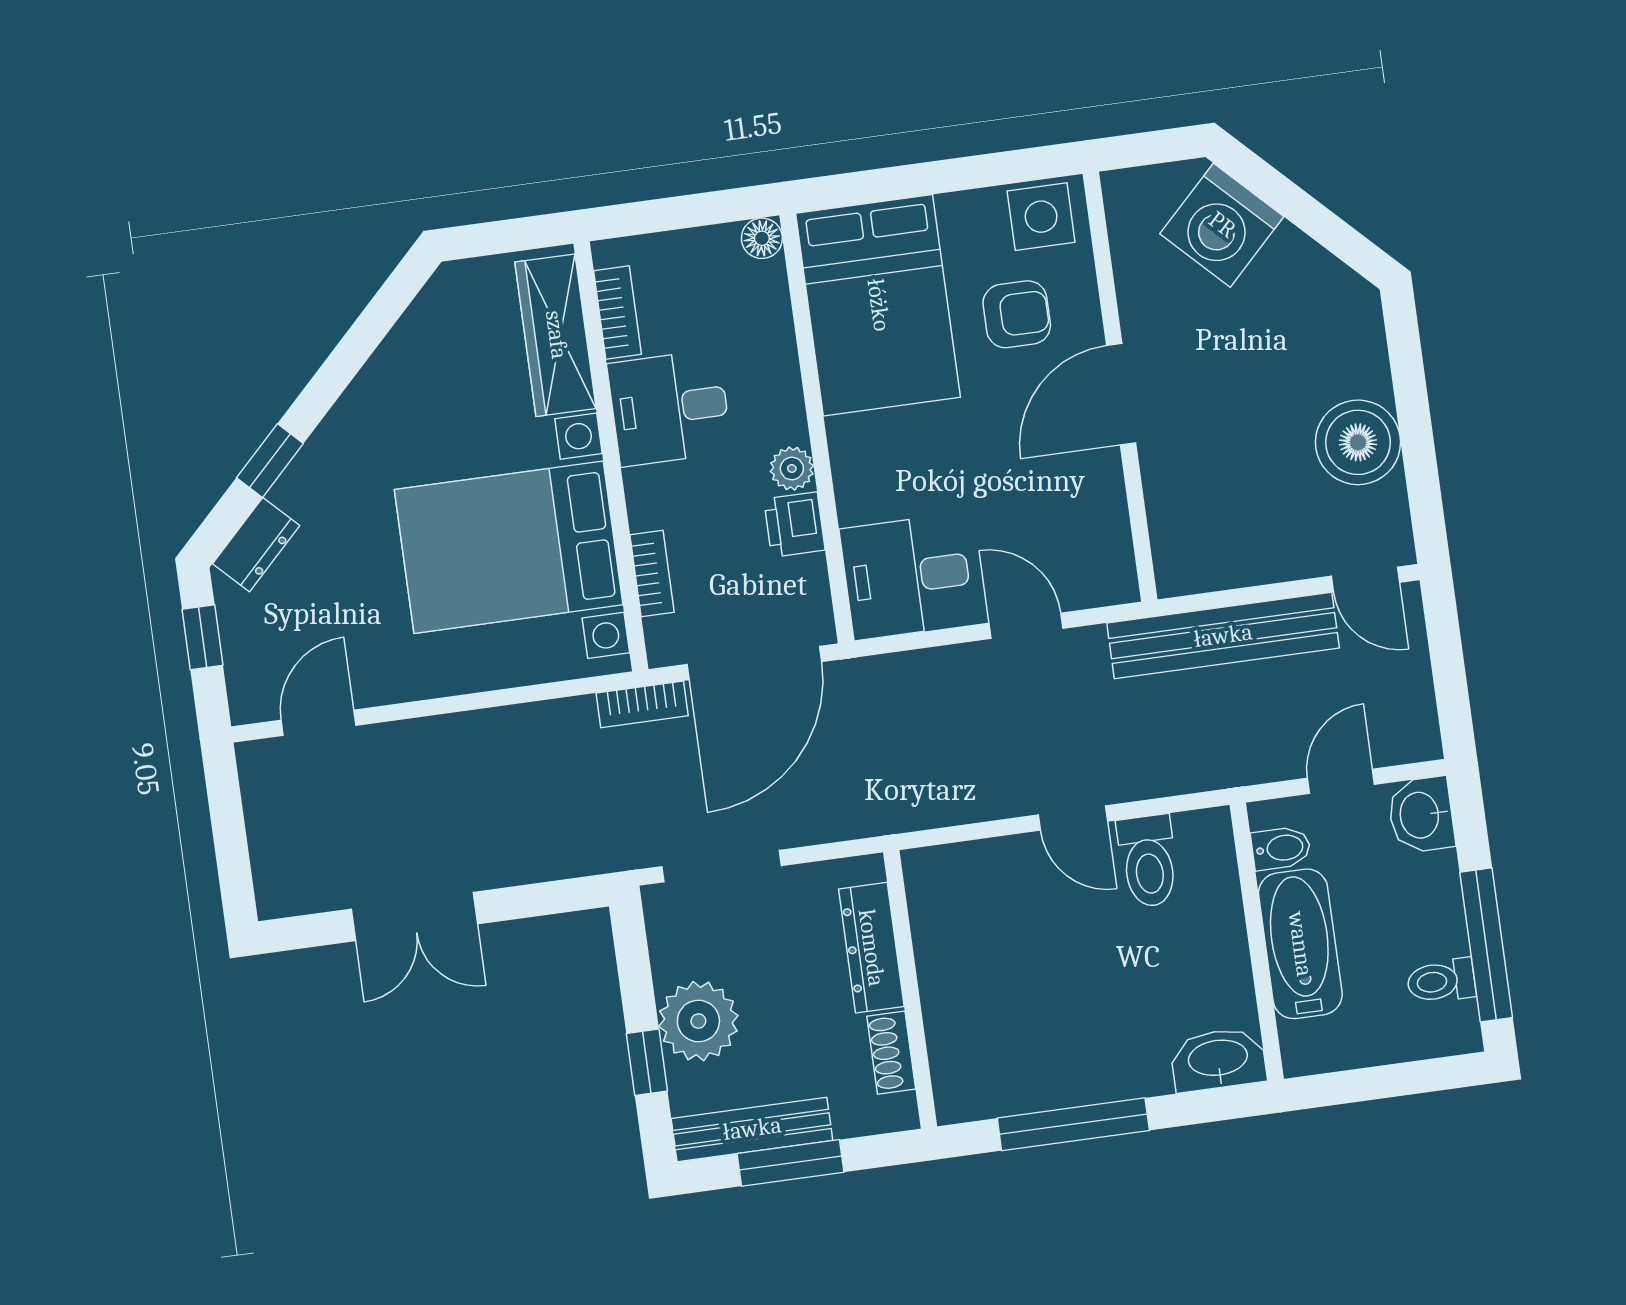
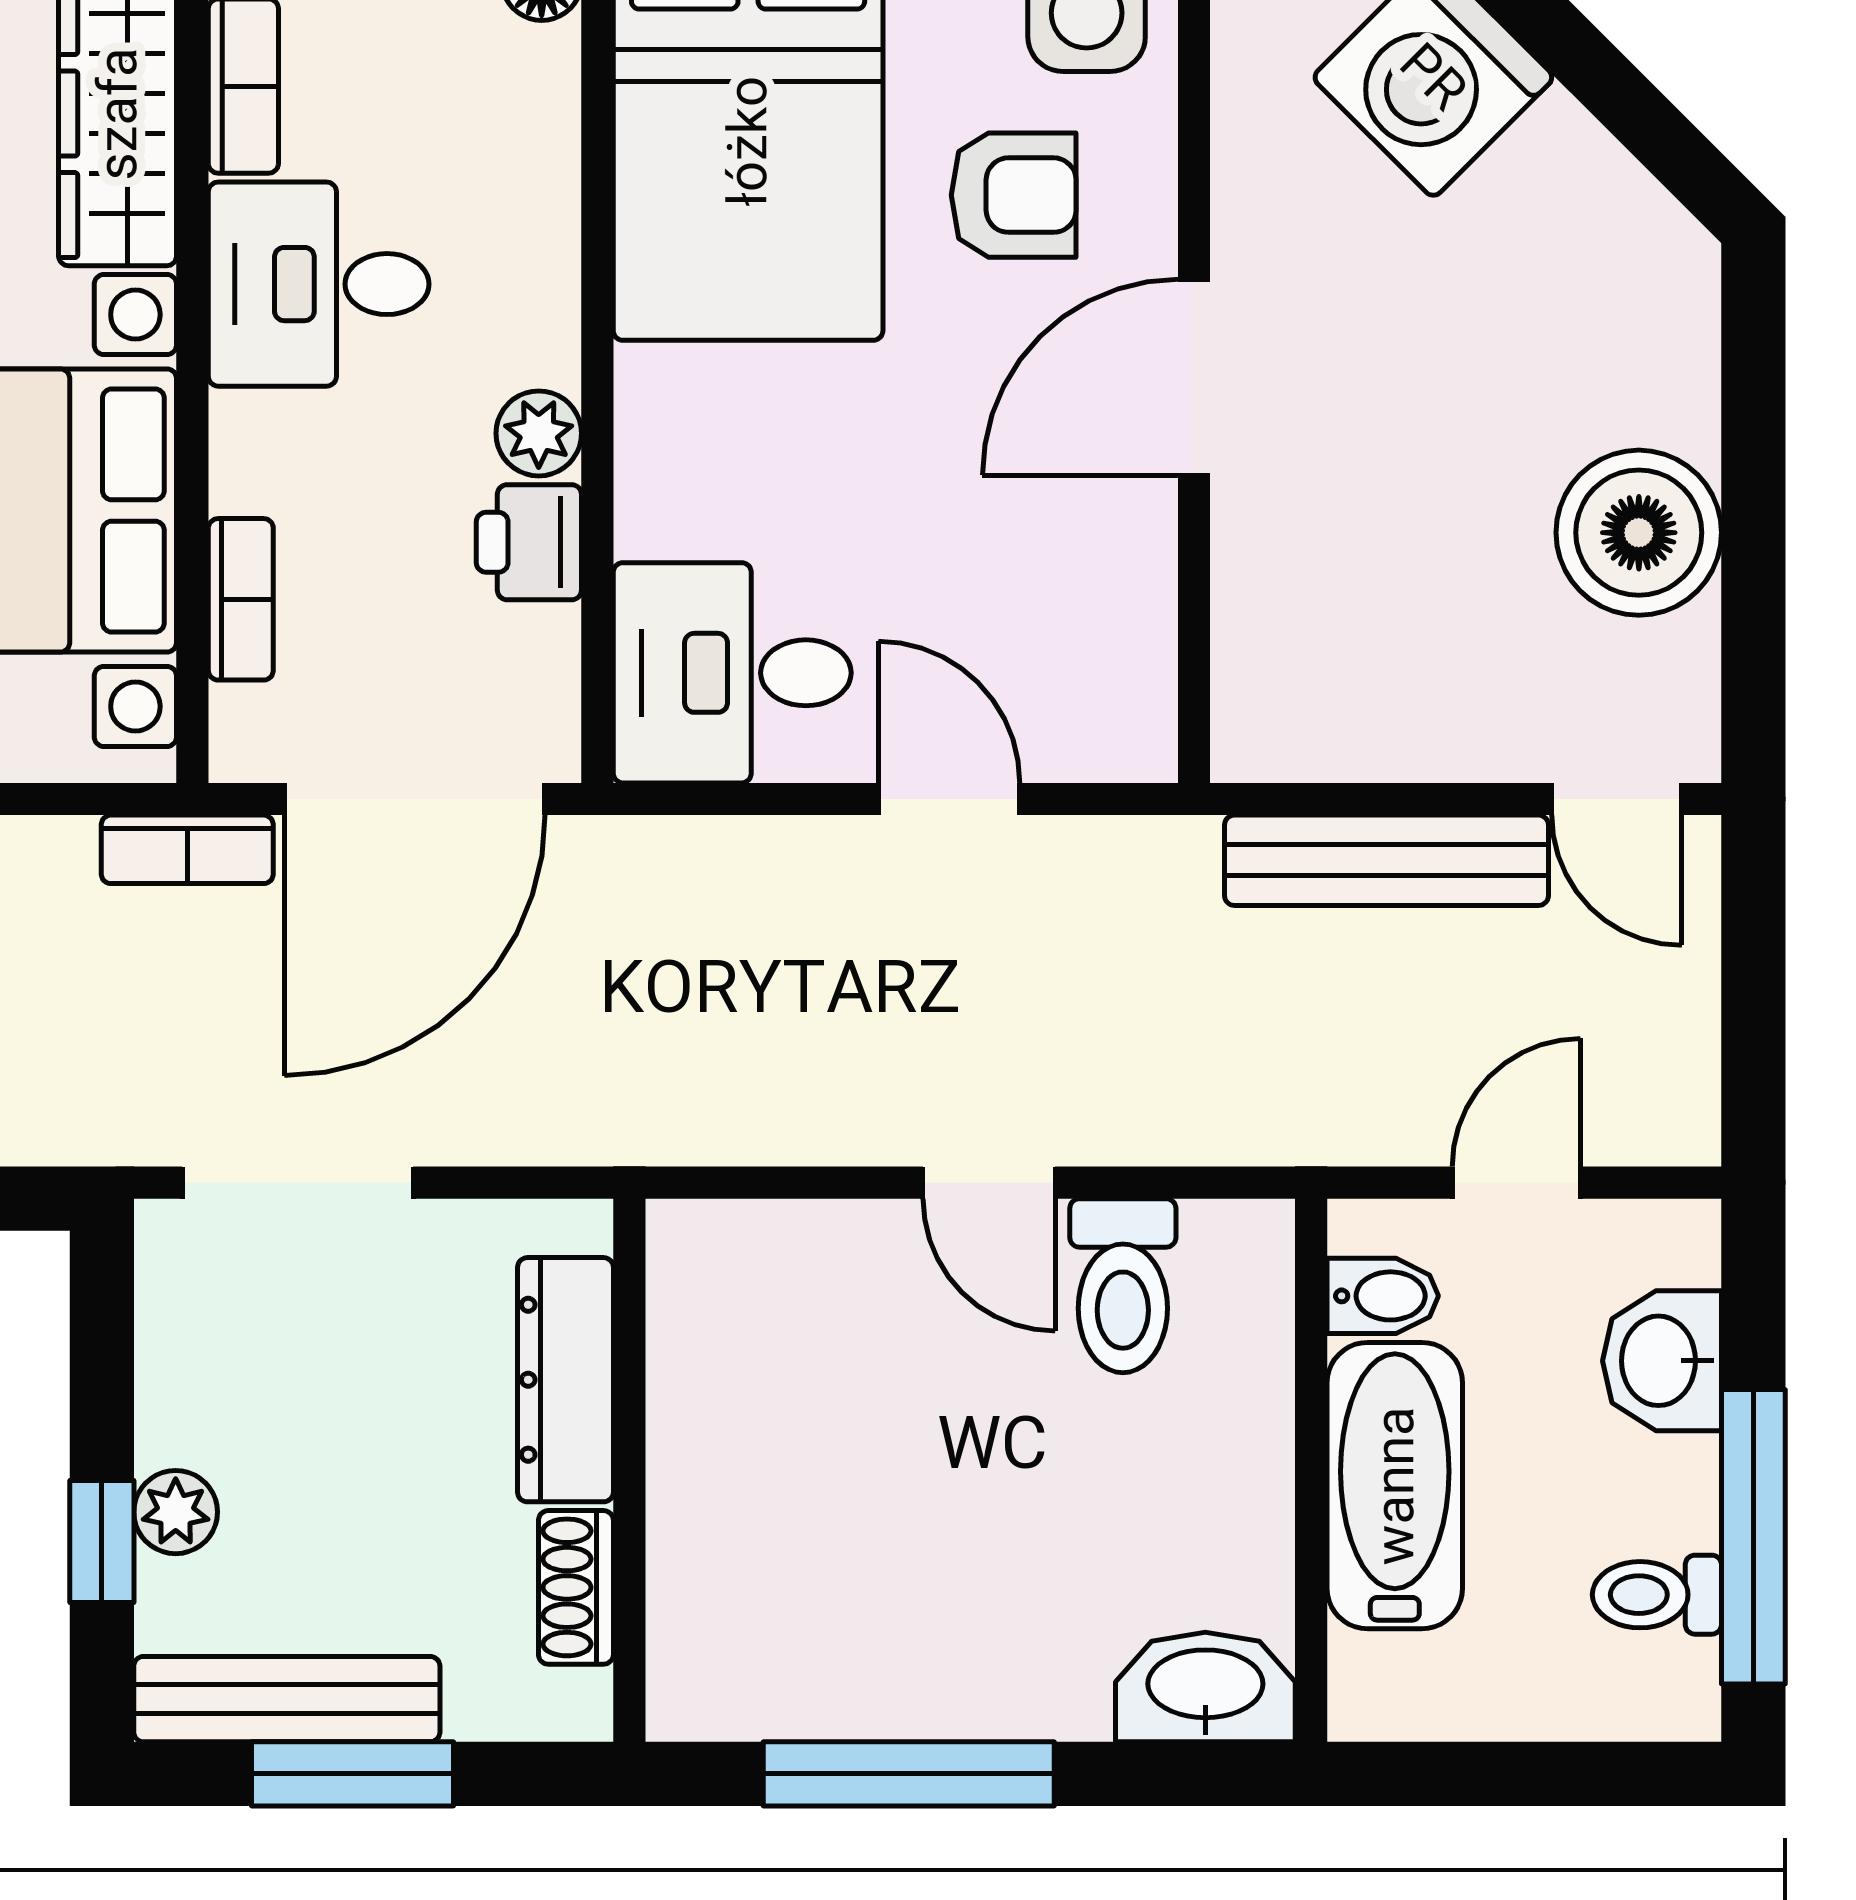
bench: (1223, 636) -> (1386, 860), width x0.73, depth x0.82
washbasin: (1421, 815) -> (1662, 1361), moved
plant: (698, 1021) -> (176, 1512), width x0.53, depth x0.53

